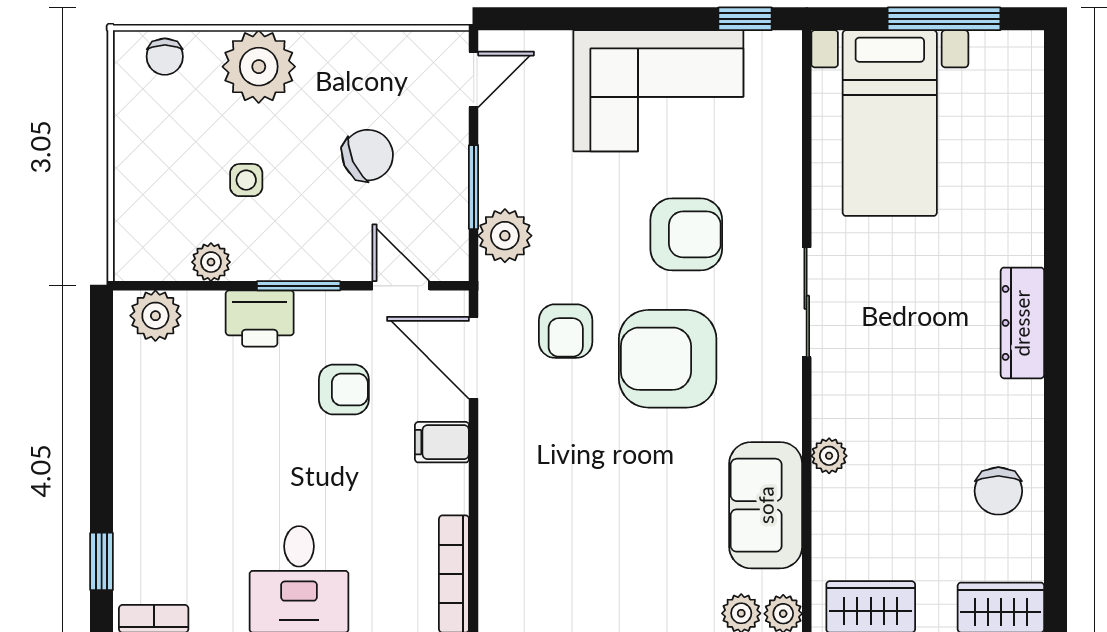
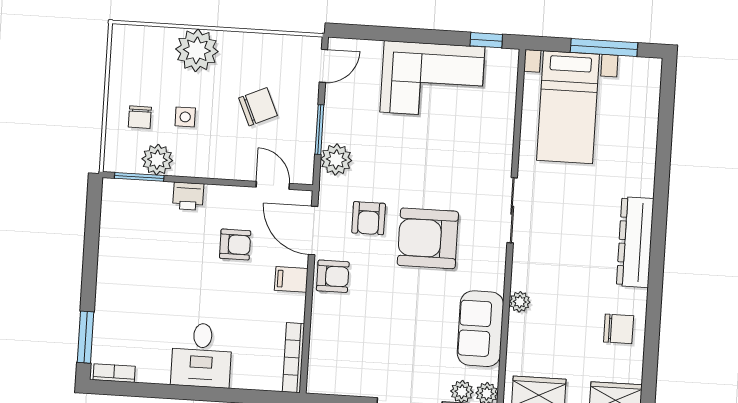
chair: (165, 57) -> (140, 117), moved
armchair: (686, 234) -> (333, 276), moved, width x0.72, depth x0.72
plant: (211, 262) -> (157, 160), width x1.38, depth x1.38
window: (299, 286) -> (139, 177), moved
plant: (155, 316) -> (126, 194), removed
printer: (260, 318) -> (188, 196), width x0.73, depth x0.81
dresser: (1022, 323) -> (635, 242), width x1.37, depth x1.24
chair: (998, 491) -> (619, 329), turned -90
window: (102, 561) -> (85, 337), width x1.50

